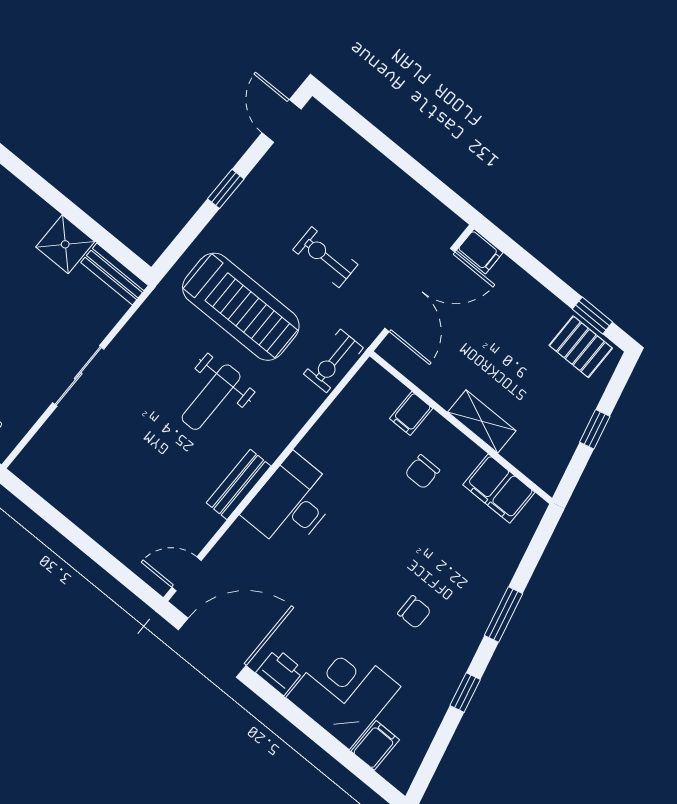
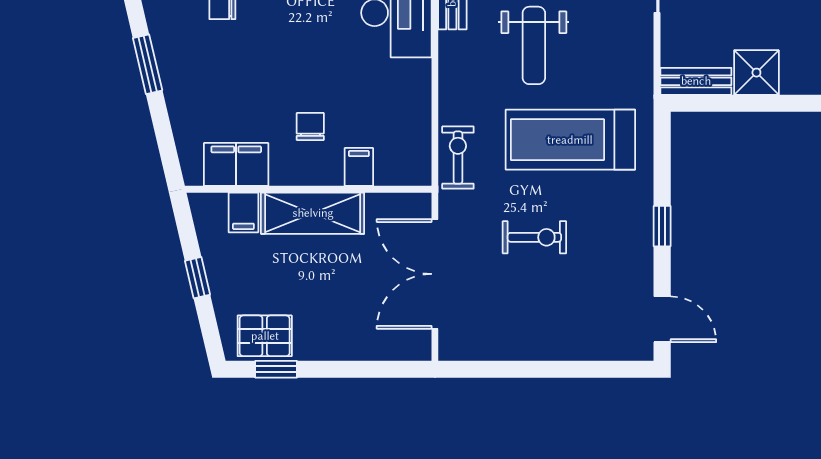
filing cabinet: (480, 251) -> (243, 212), moved, turned -90
weight bench: (211, 397) -> (534, 45), turned 180
shelving: (482, 421) -> (313, 213), width x1.50, depth x1.33

